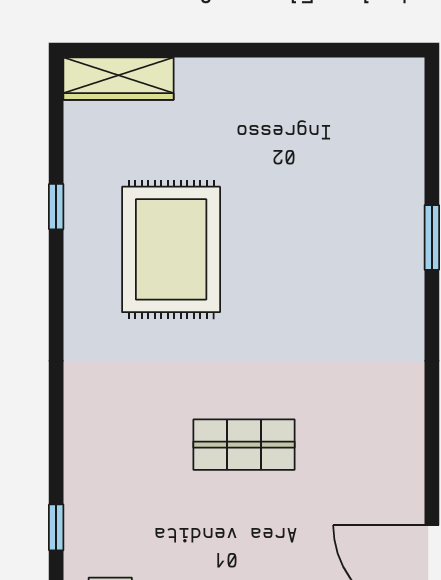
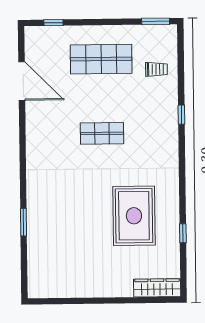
window: (56, 527) -> (181, 115), moved

